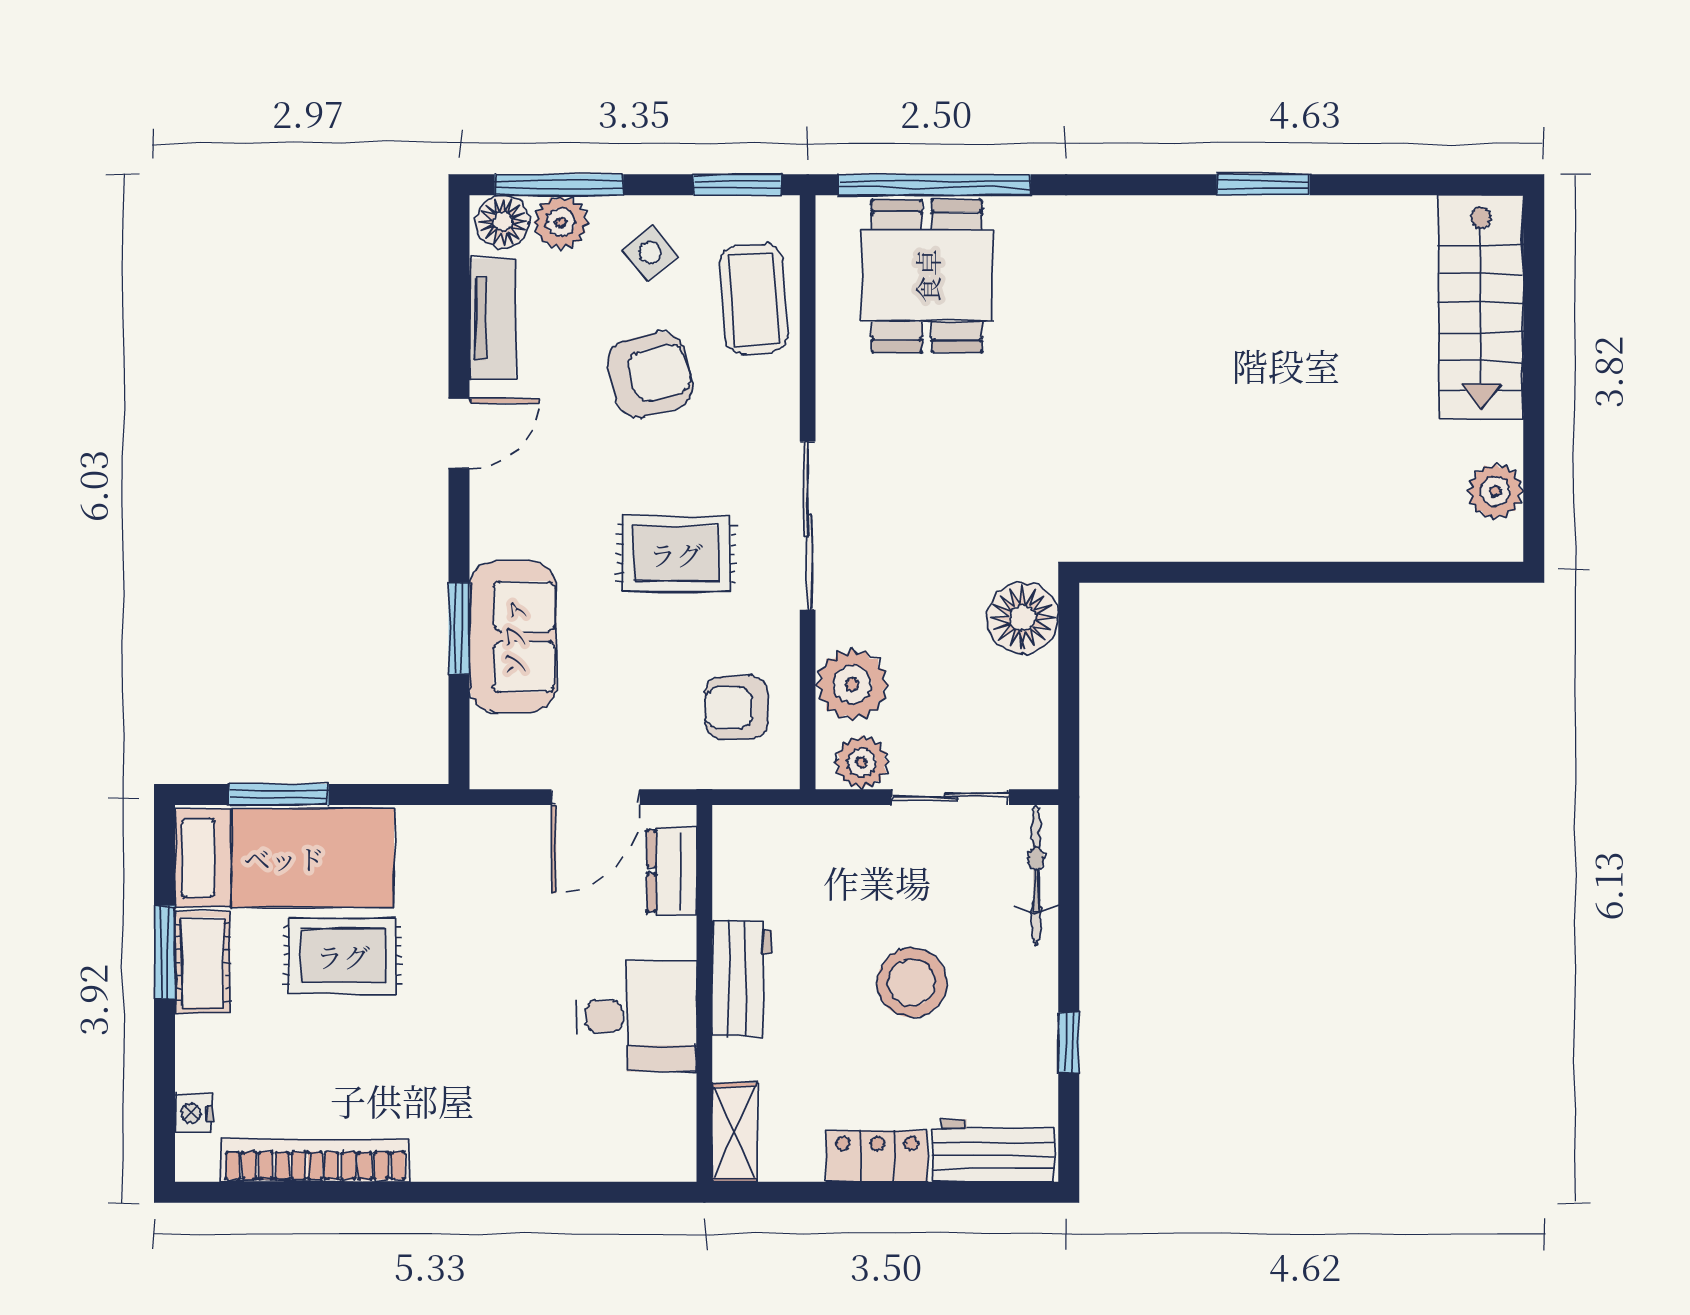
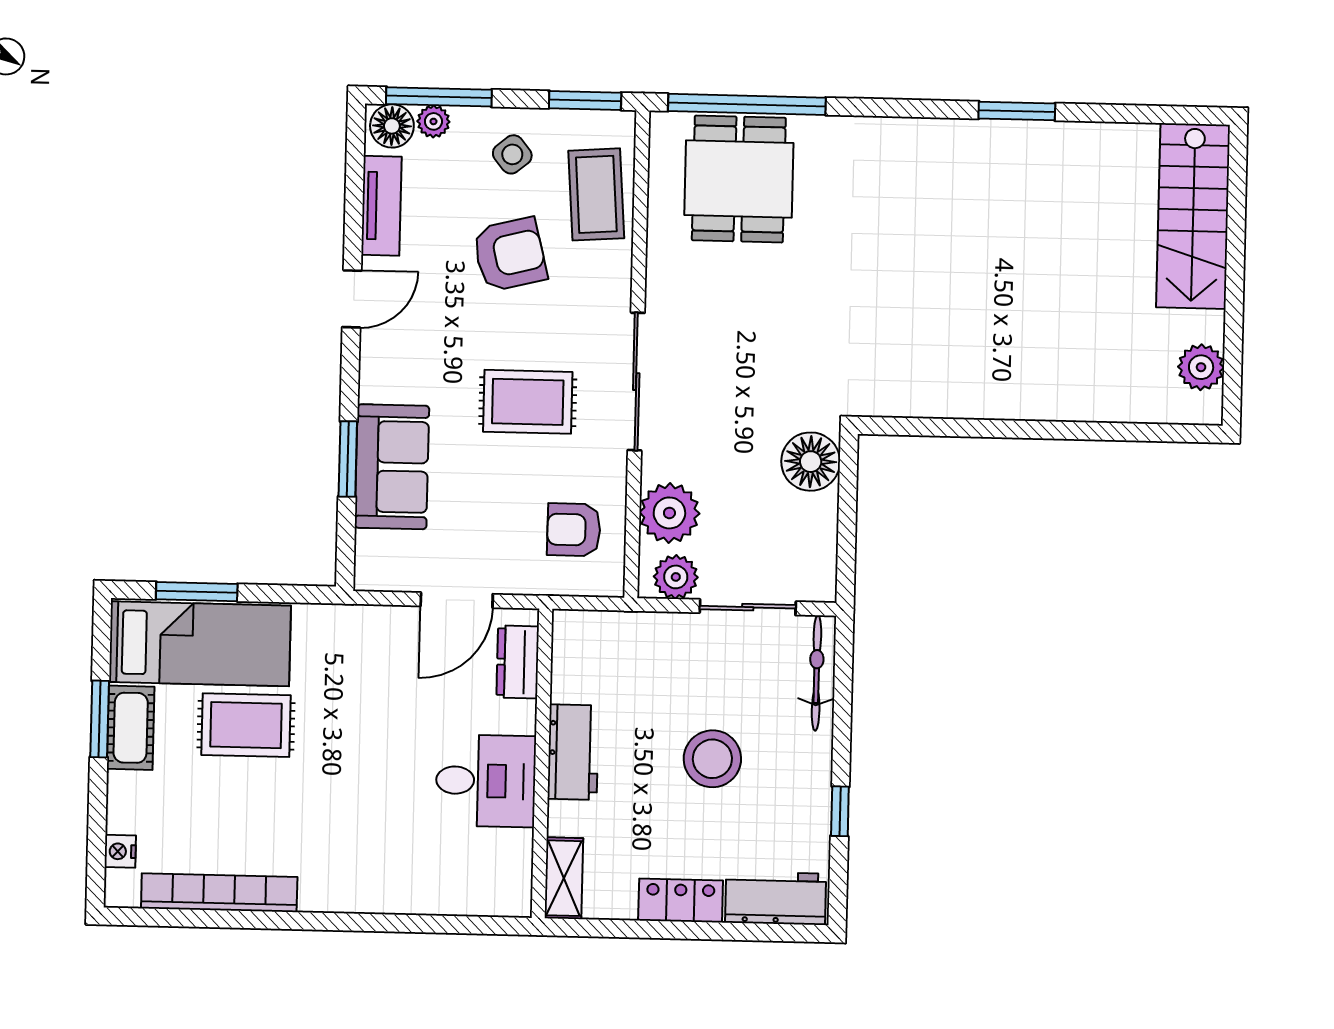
plant: (561, 222) -> (433, 121), width x0.73, depth x0.73

